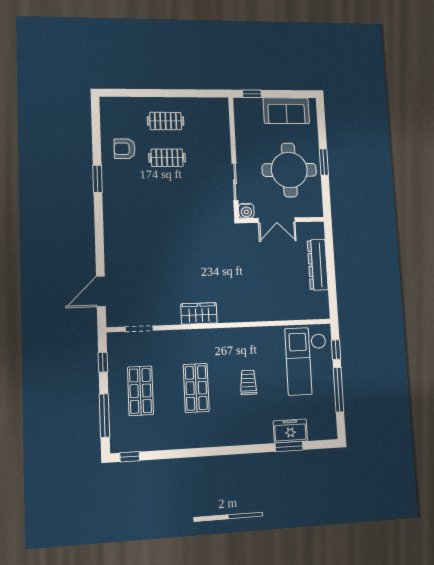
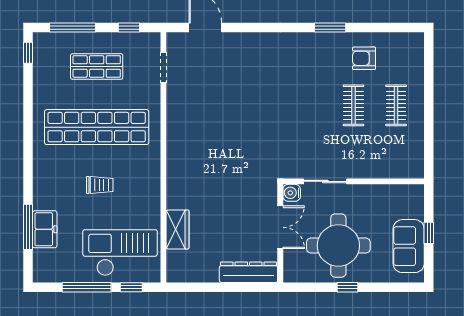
window: (252, 94) -> (429, 233), moved
armchair: (125, 149) -> (364, 58), turned -90
window: (324, 162) -> (348, 287), width x0.67
double door: (277, 220) -> (280, 227), swing flipped
dresser: (318, 265) -> (248, 272), moved
wardrobe: (199, 313) -> (178, 230), moved
shop shelf: (196, 388) -> (97, 127), width x2.00, depth x1.36
window: (289, 446) -> (28, 227), width x1.44

